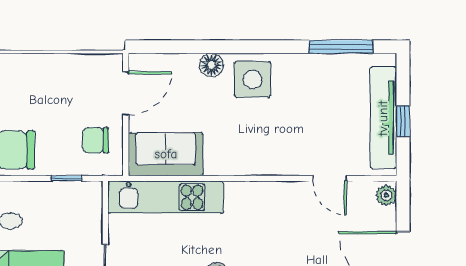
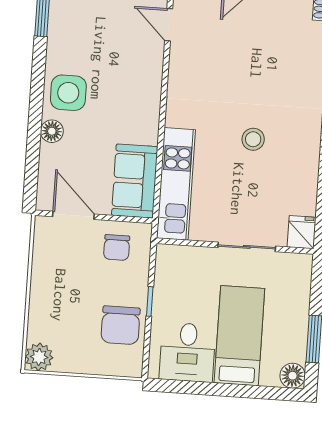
window: (67, 178) -> (150, 301), moved
door: (330, 178) -> (169, 25), swing flipped

